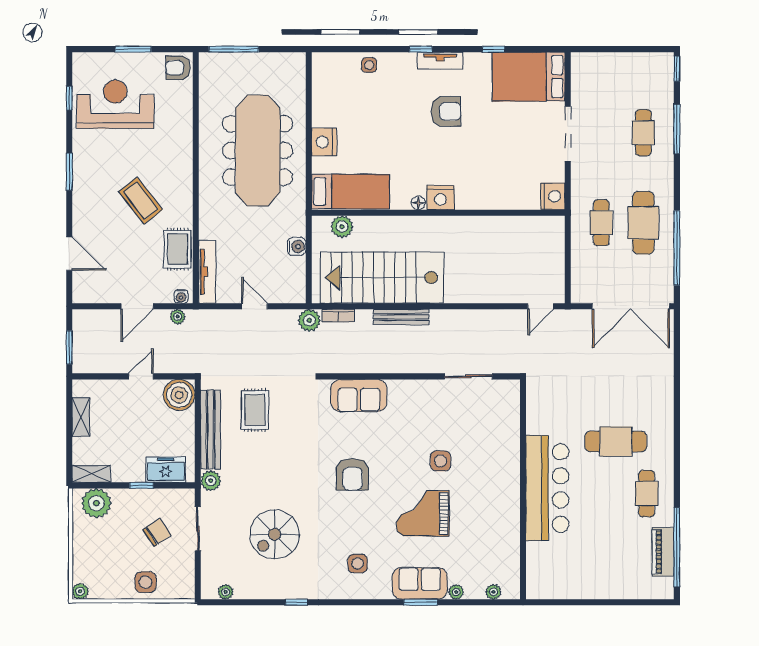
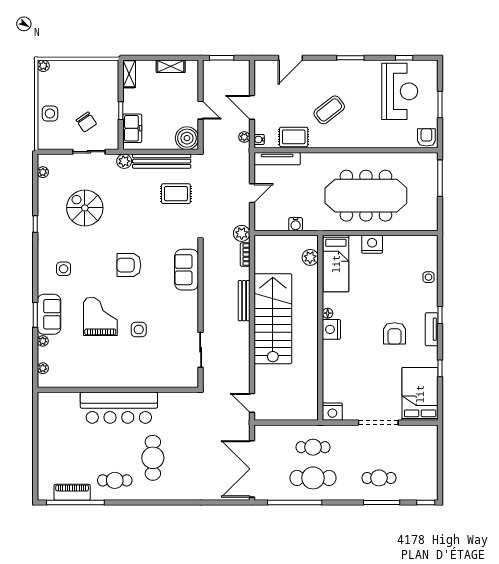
stairs: (382, 278) -> (273, 319), moved
plant: (96, 503) -> (108, 78), removed

